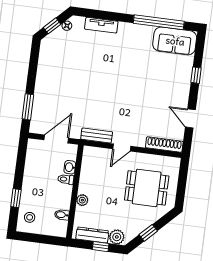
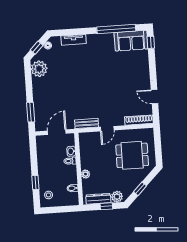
plant: (50, 53) -> (39, 69), added
window: (196, 75) -> (151, 42), moved

